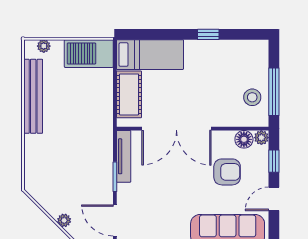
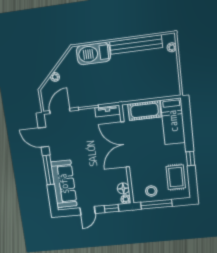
barbecue: (89, 54) -> (93, 54), moved, turned -90
rug: (234, 58) -> (176, 177), added
tv unit: (124, 156) -> (108, 111), width x0.71
armchair: (227, 172) -> (101, 180), removed
door: (274, 199) -> (88, 211), swing flipped

